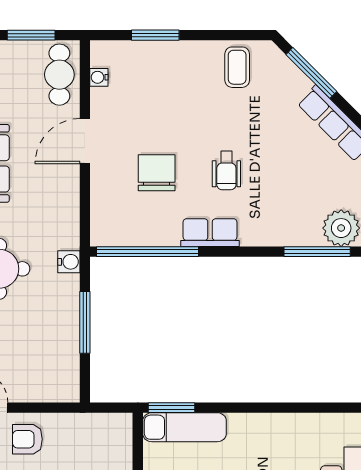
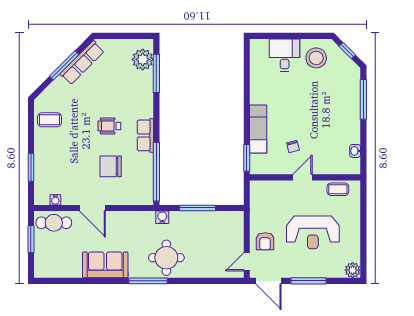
window: (311, 73) -> (64, 65), moved
wheelchair: (226, 171) -> (109, 126), turned 180
exam couch: (185, 427) -> (258, 129), moved

